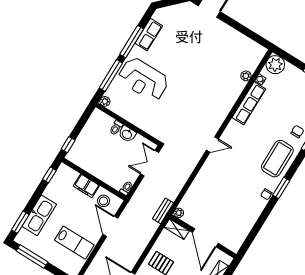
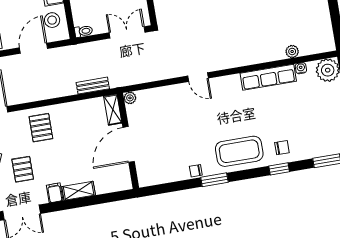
plant: (179, 213) -> (130, 98), moved
shelving: (177, 229) -> (113, 110), moved
wall: (203, 236) -> (128, 141), moved
door: (205, 238) -> (129, 144), moved

